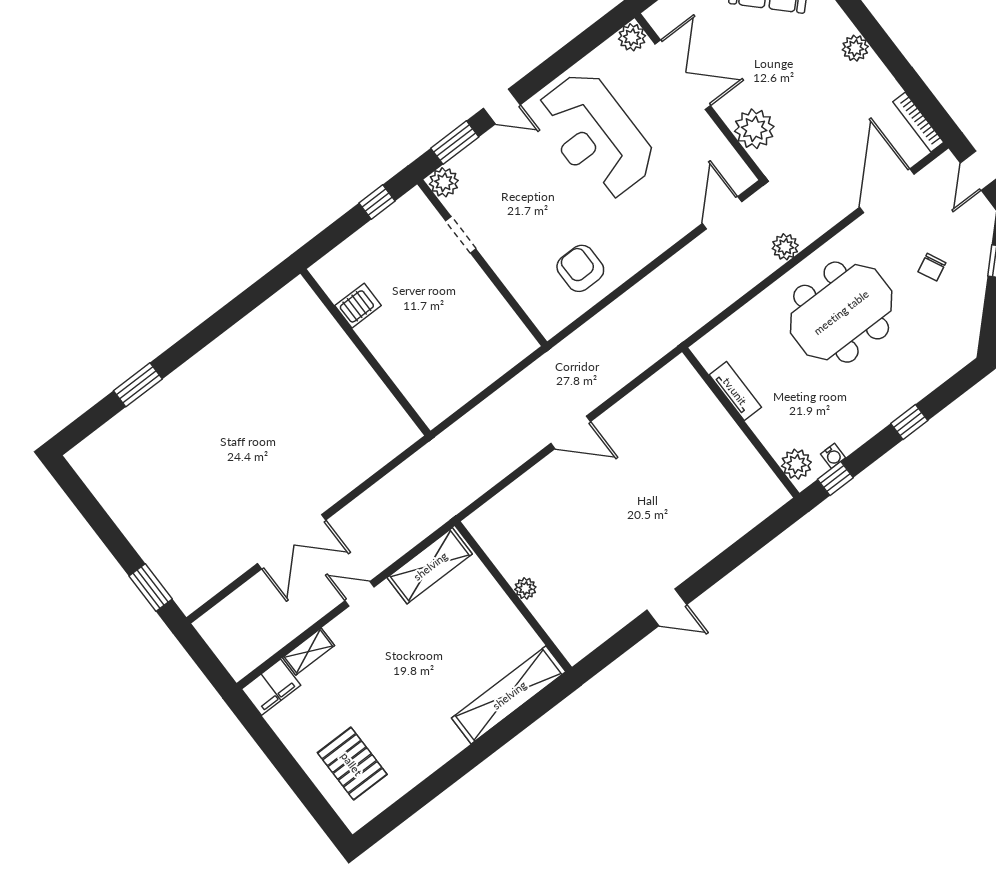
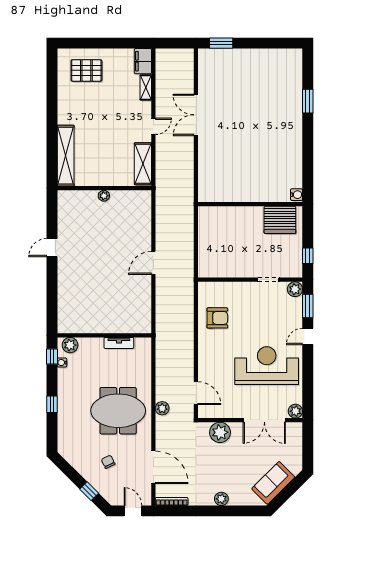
water cooler: (296, 292) -> (297, 195), added
server rack: (358, 306) -> (280, 220), width x2.18, depth x1.44
meeting table: (841, 312) -> (118, 411), turned 90

